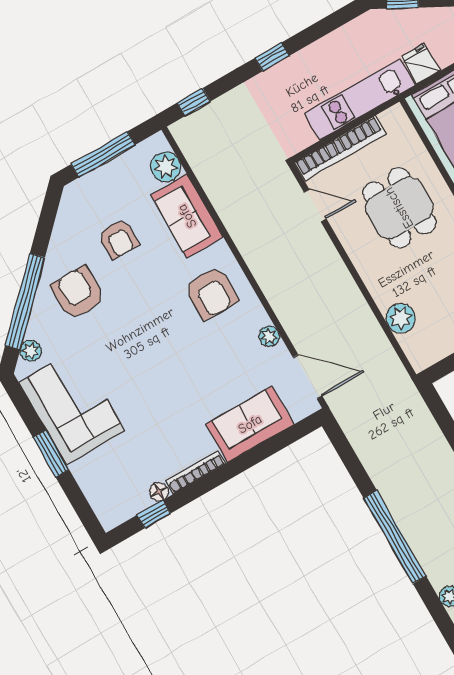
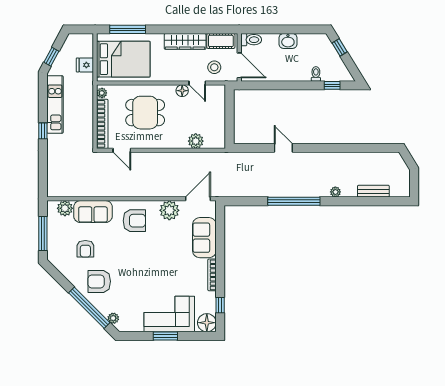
kitchen unit: (360, 99) -> (55, 104), moved, turned 180
window: (194, 102) -> (43, 178), removed
plant: (391, 118) -> (102, 93), added
door: (315, 205) -> (122, 150), swing flipped
armchair: (119, 239) -> (85, 249), turned 90
plant: (269, 336) -> (169, 210), width x1.88, depth x1.88
corner sofa: (72, 407) -> (169, 314), moved
floor lamp: (159, 492) -> (207, 323), moved, width x1.89, depth x1.89

